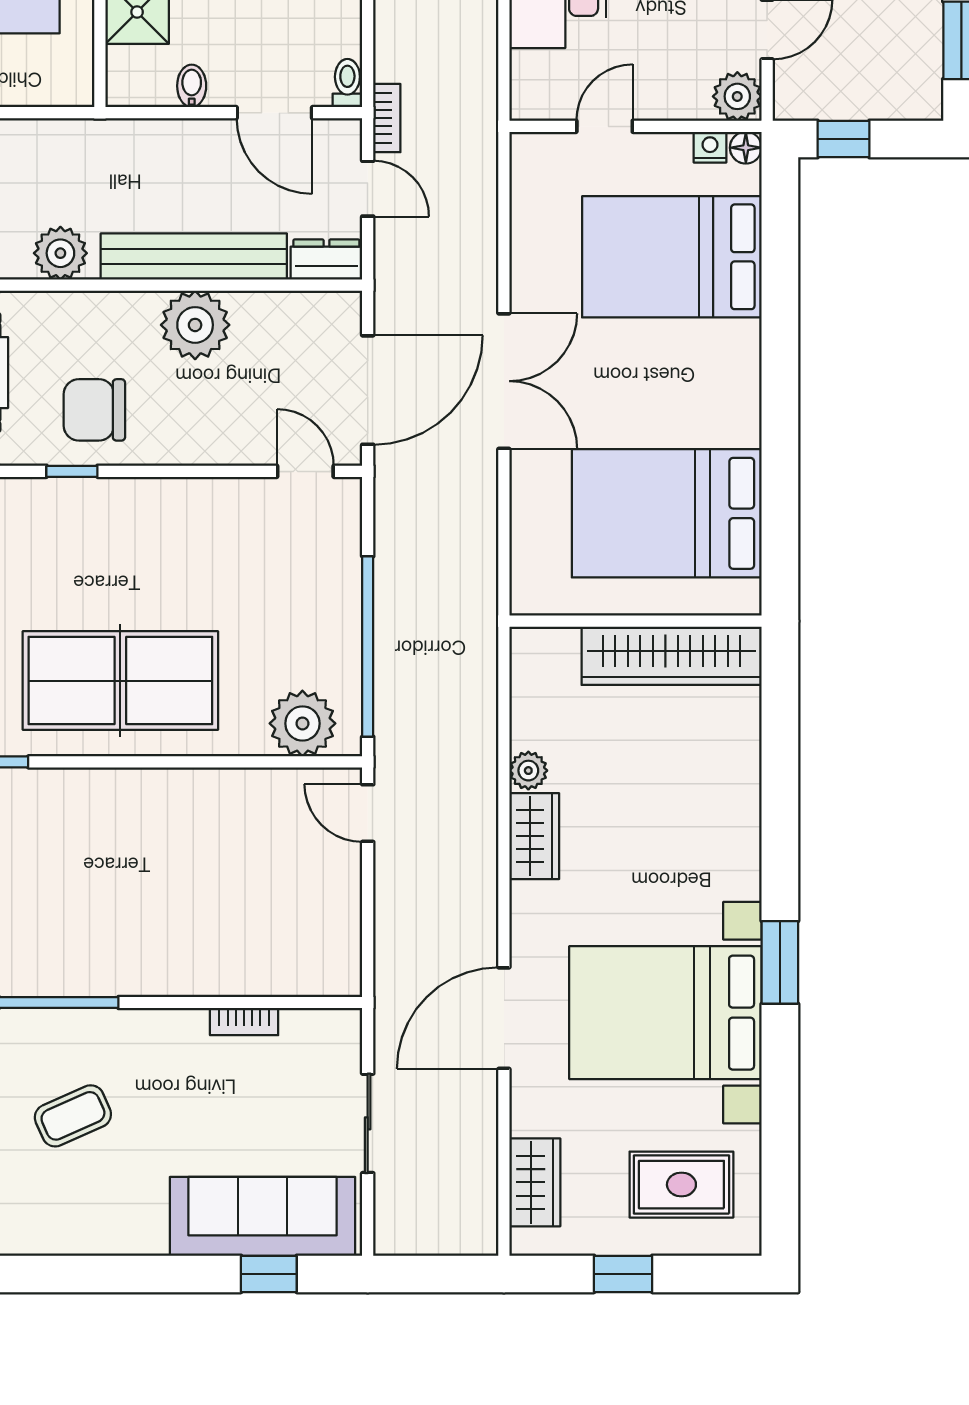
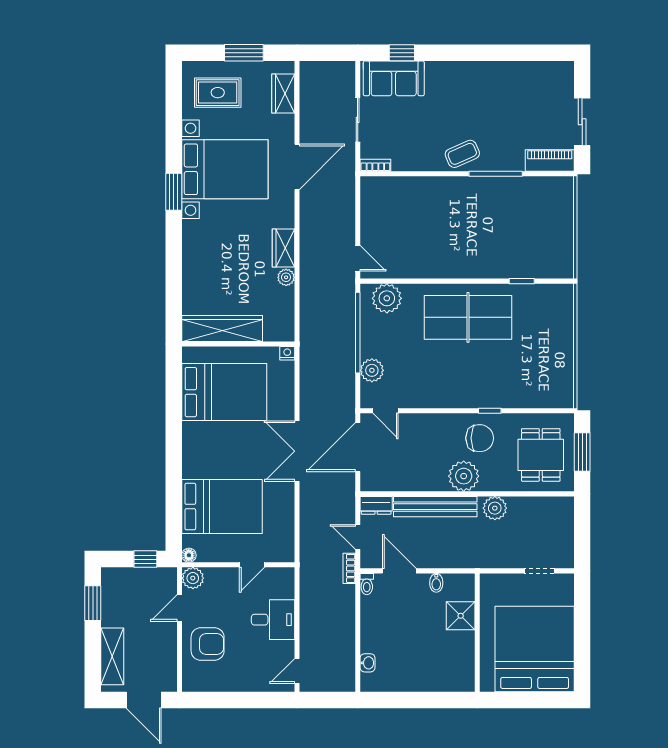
nightstand: (710, 147) -> (287, 353), moved, turned 180
plant: (195, 325) -> (464, 476), moved
plant: (336, 562) -> (372, 370), added
bookcase: (244, 1022) -> (375, 165), moved
coffee table: (73, 1116) -> (462, 154), moved
sofa: (262, 1216) -> (394, 78), width x0.73
window: (623, 1274) -> (244, 53), width x1.50

